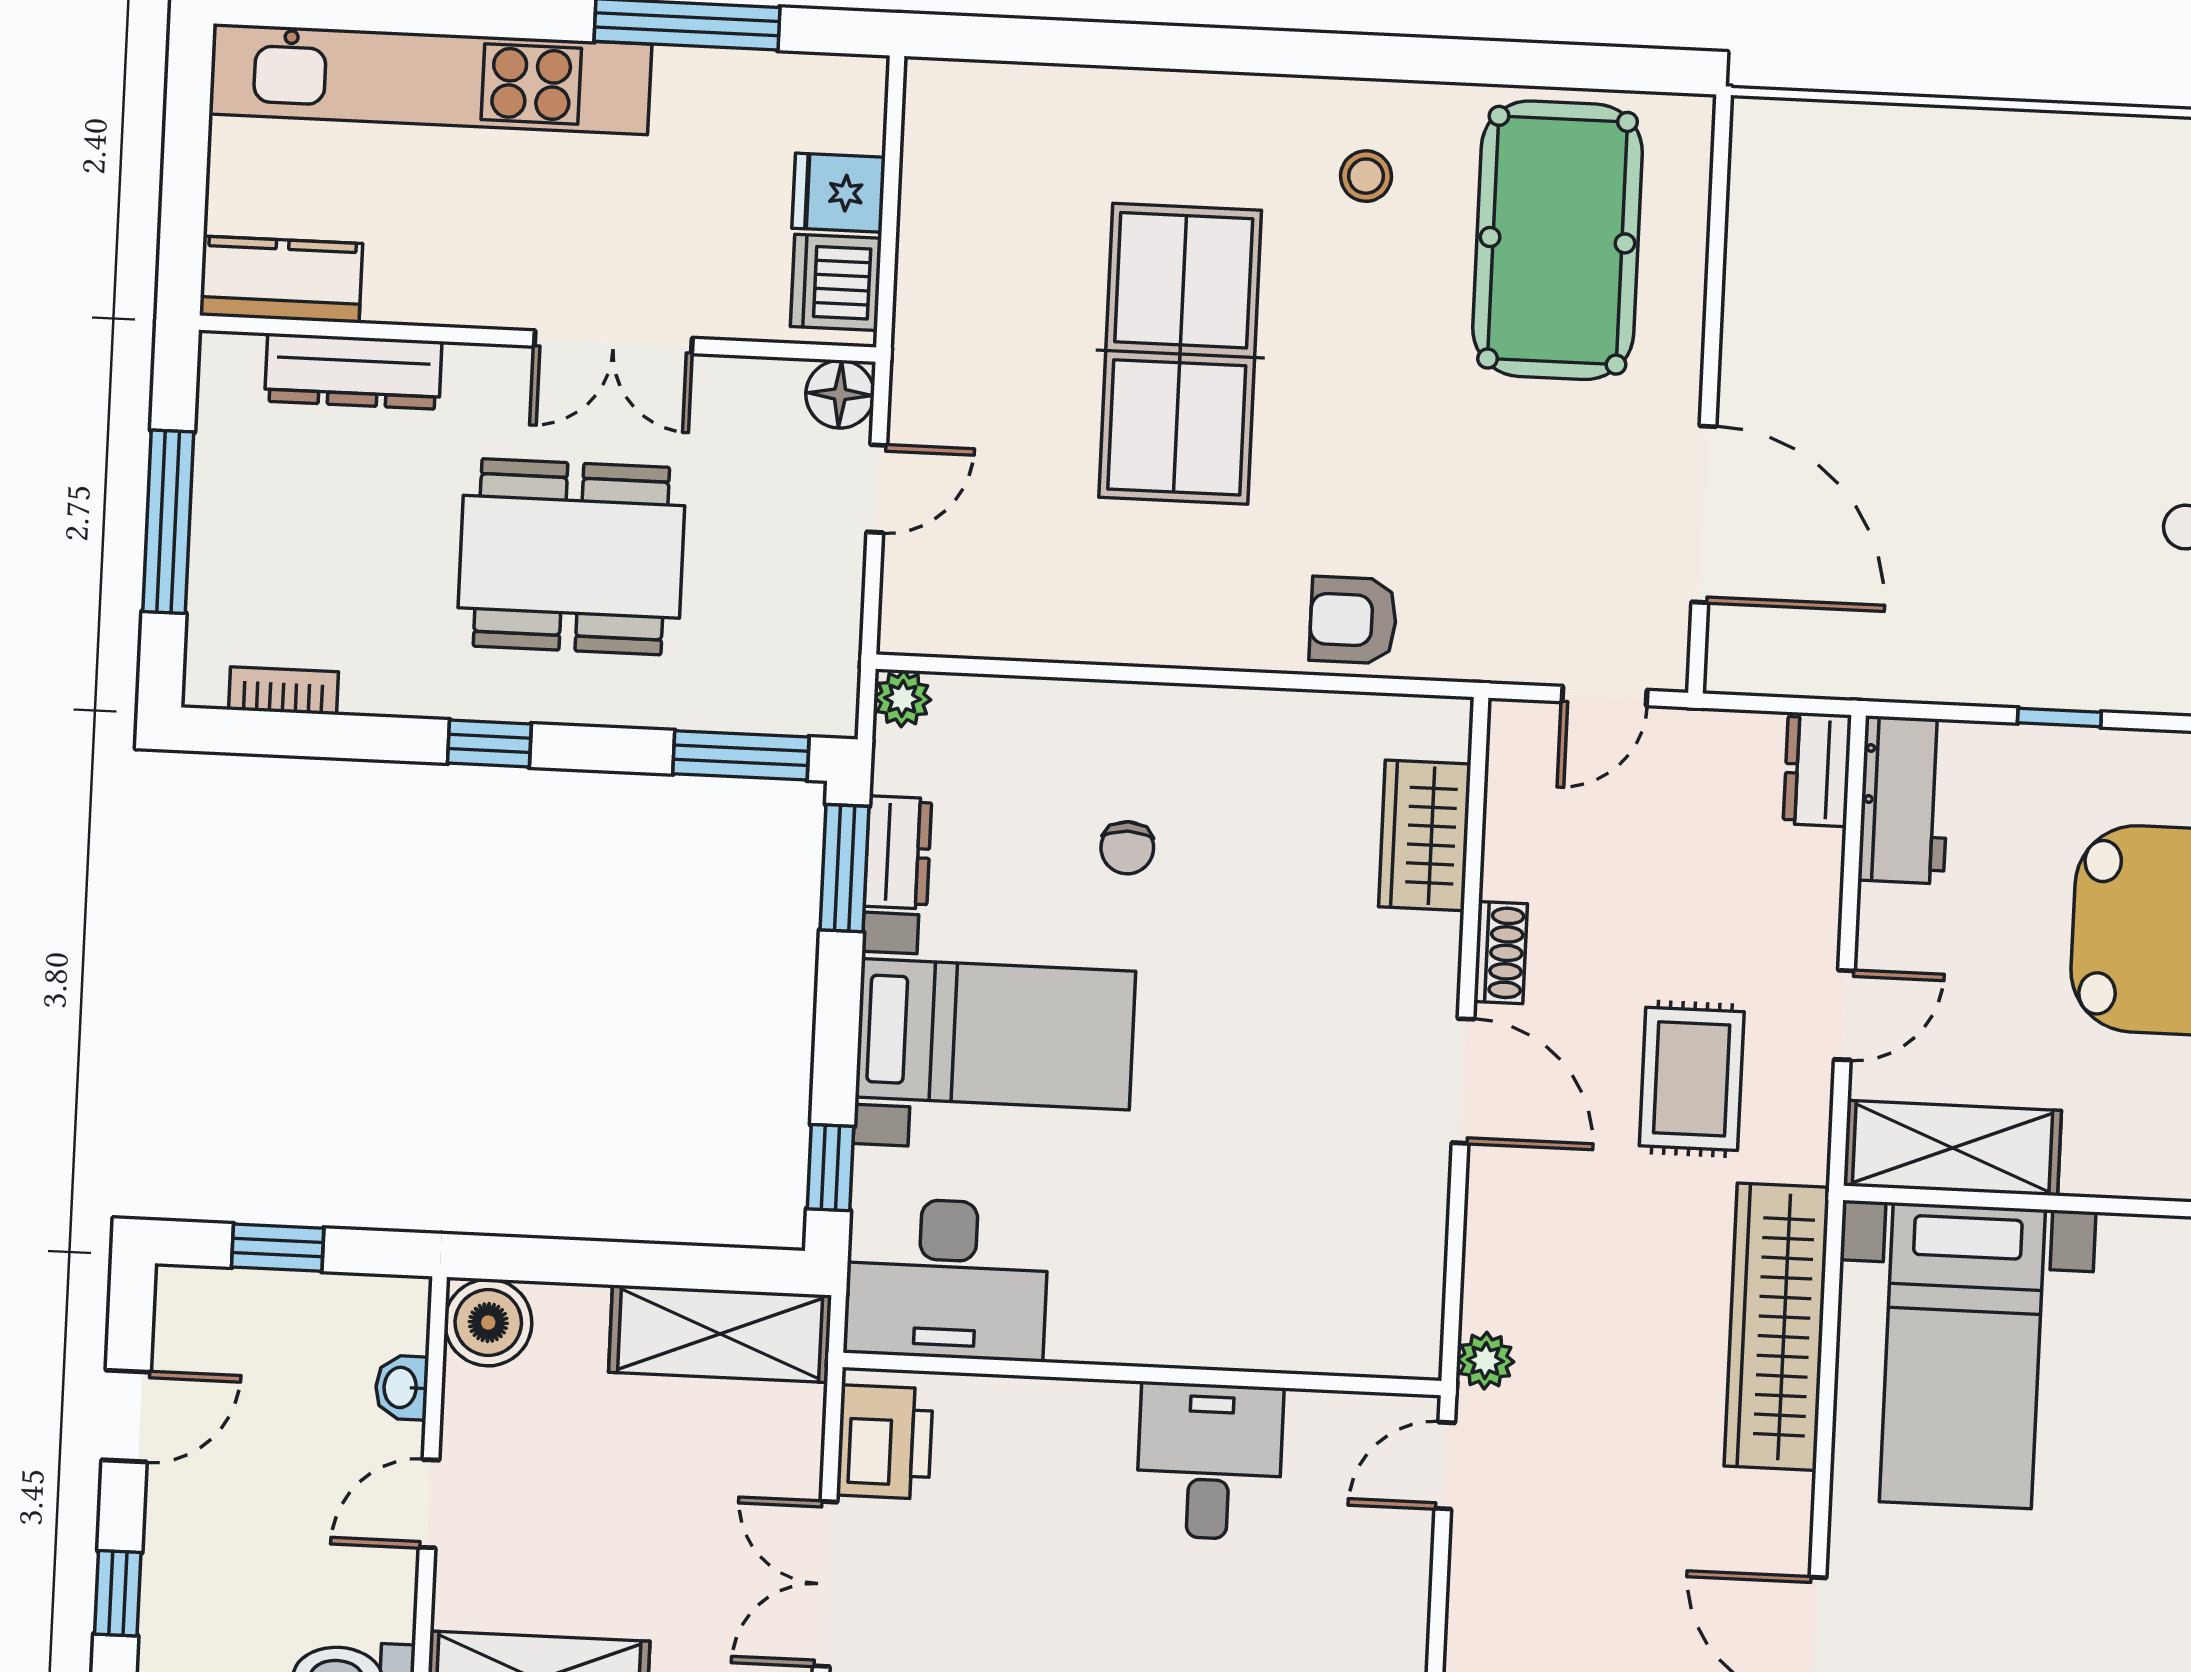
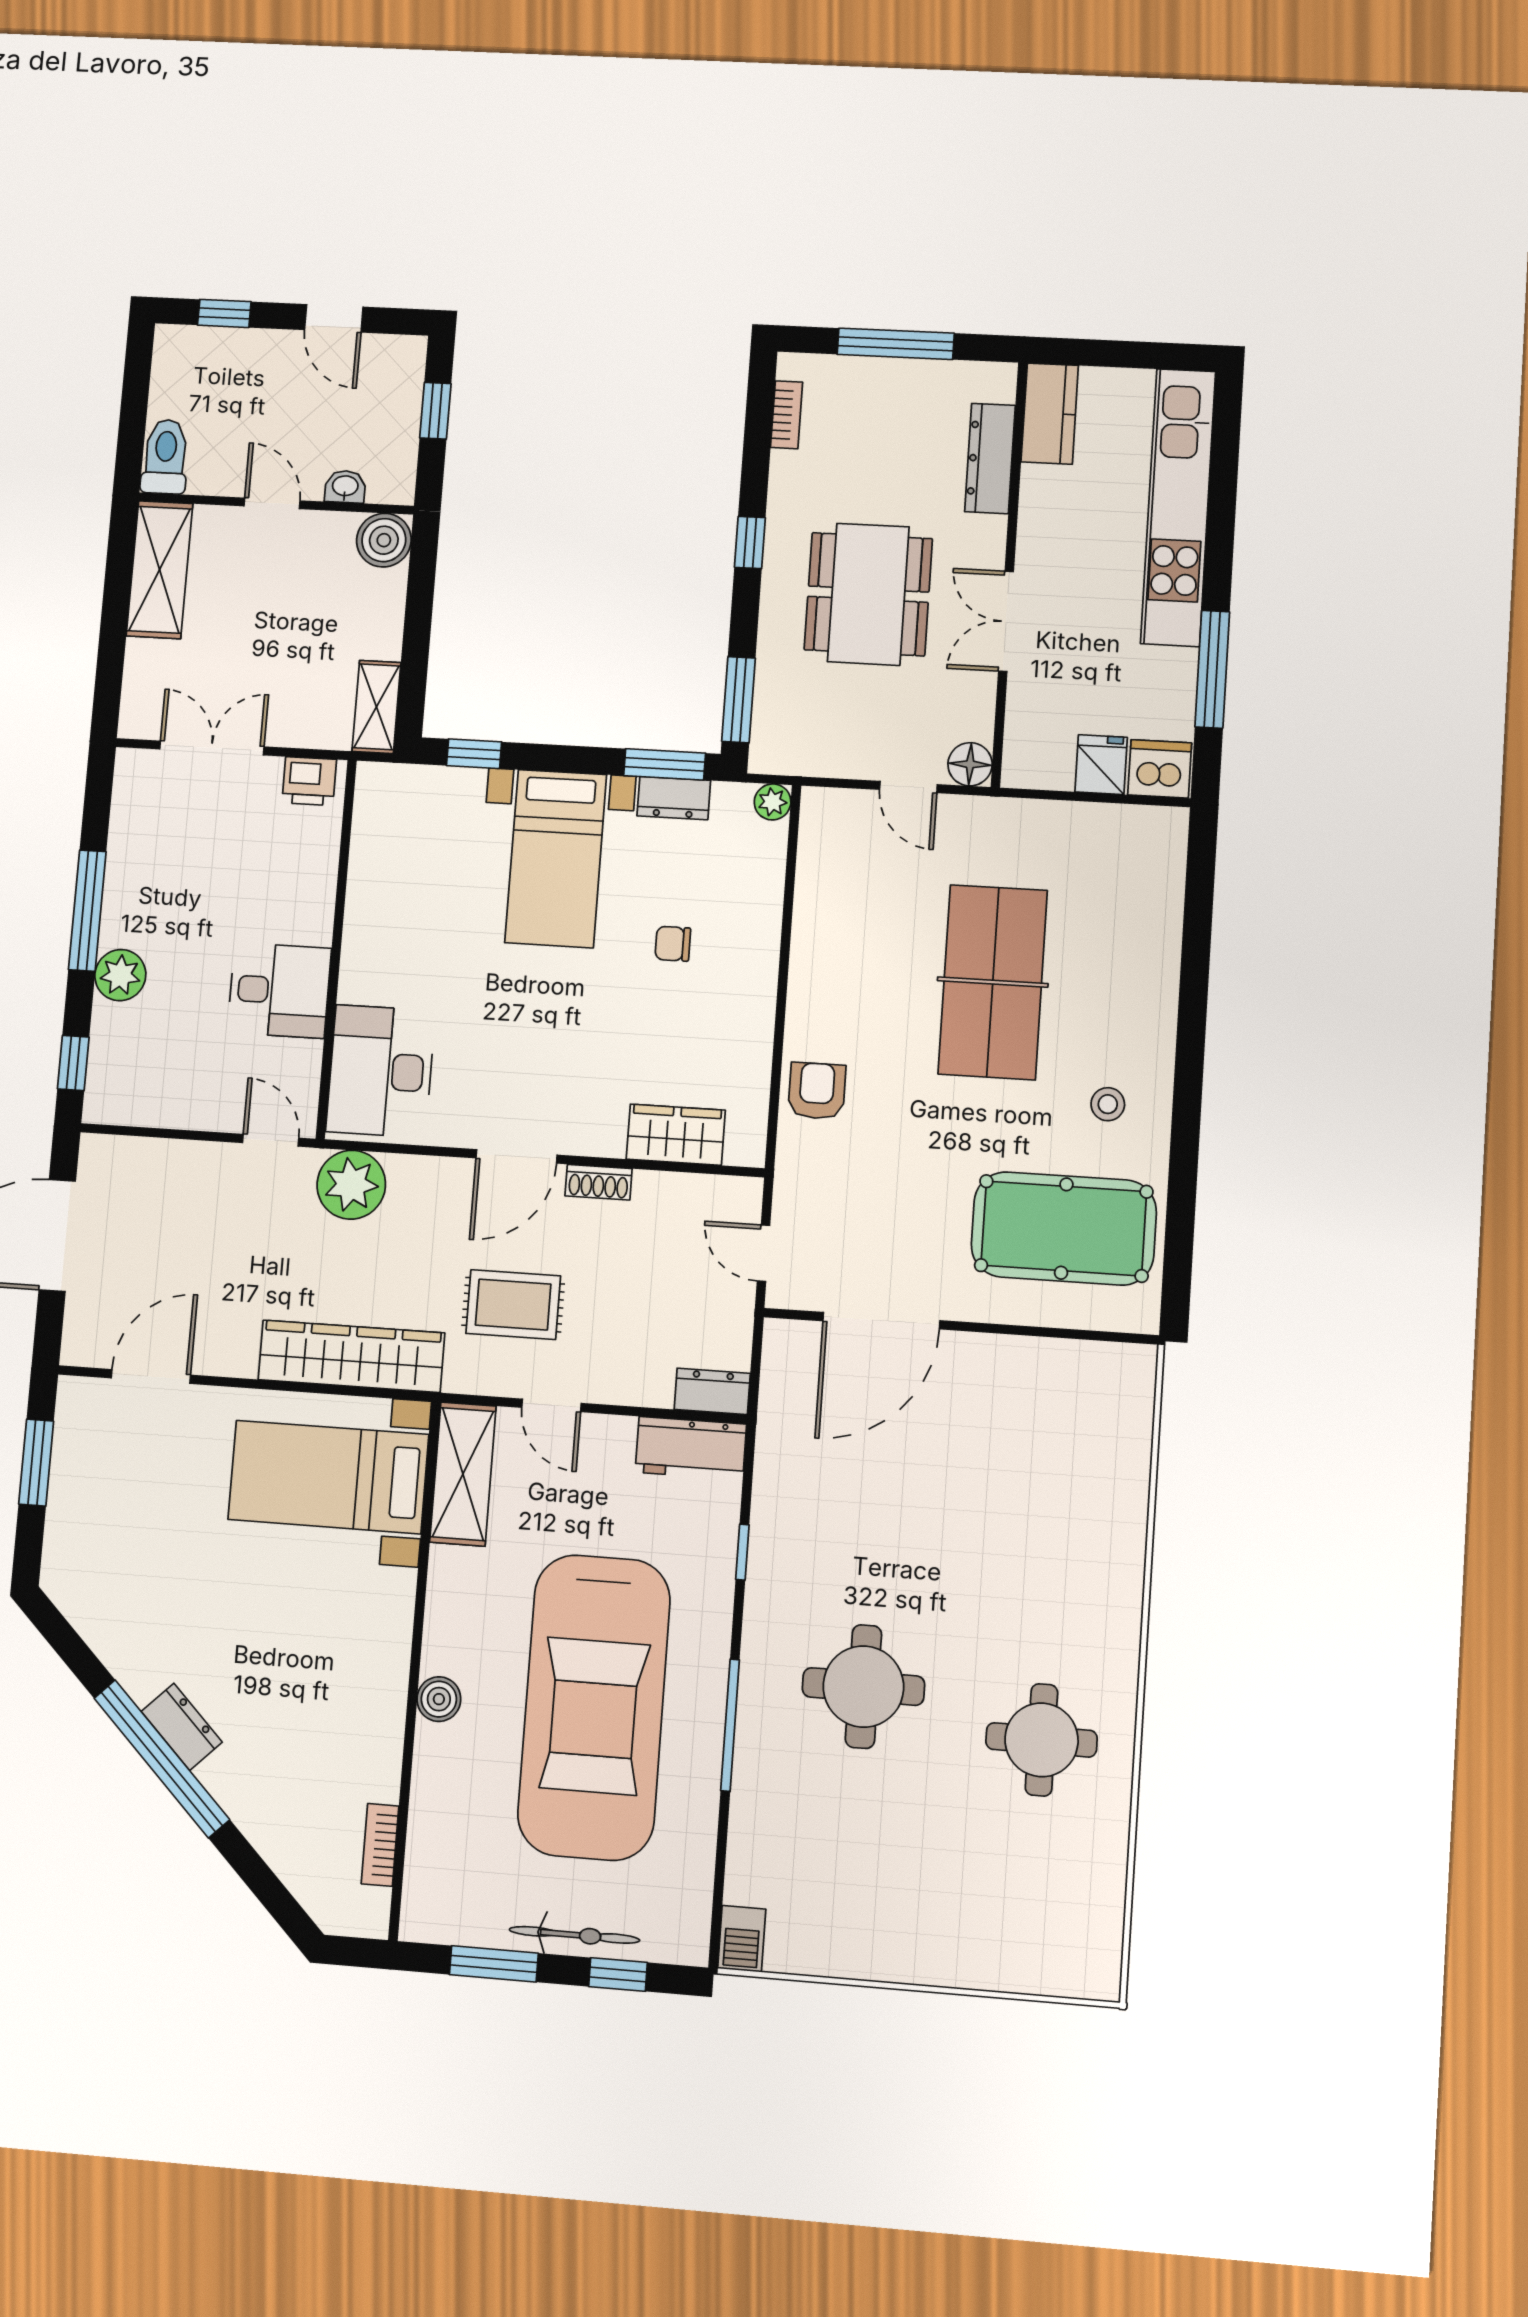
dishwasher: (836, 282) -> (1160, 769), moved
table tennis table: (1180, 354) -> (993, 982), turned 90
desk: (947, 1279) -> (381, 1071), moved
shelving: (720, 1334) -> (376, 707), width x0.67, depth x0.75
plant: (1485, 1361) -> (351, 1185), width x1.88, depth x1.88
printer: (885, 1442) -> (309, 781), width x0.73, depth x0.81

